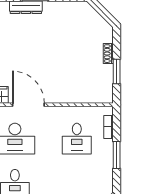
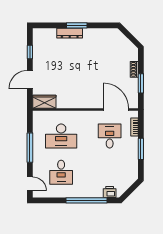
door: (28, 105) -> (116, 110), moved
desk: (77, 139) -> (110, 136), turned 180

